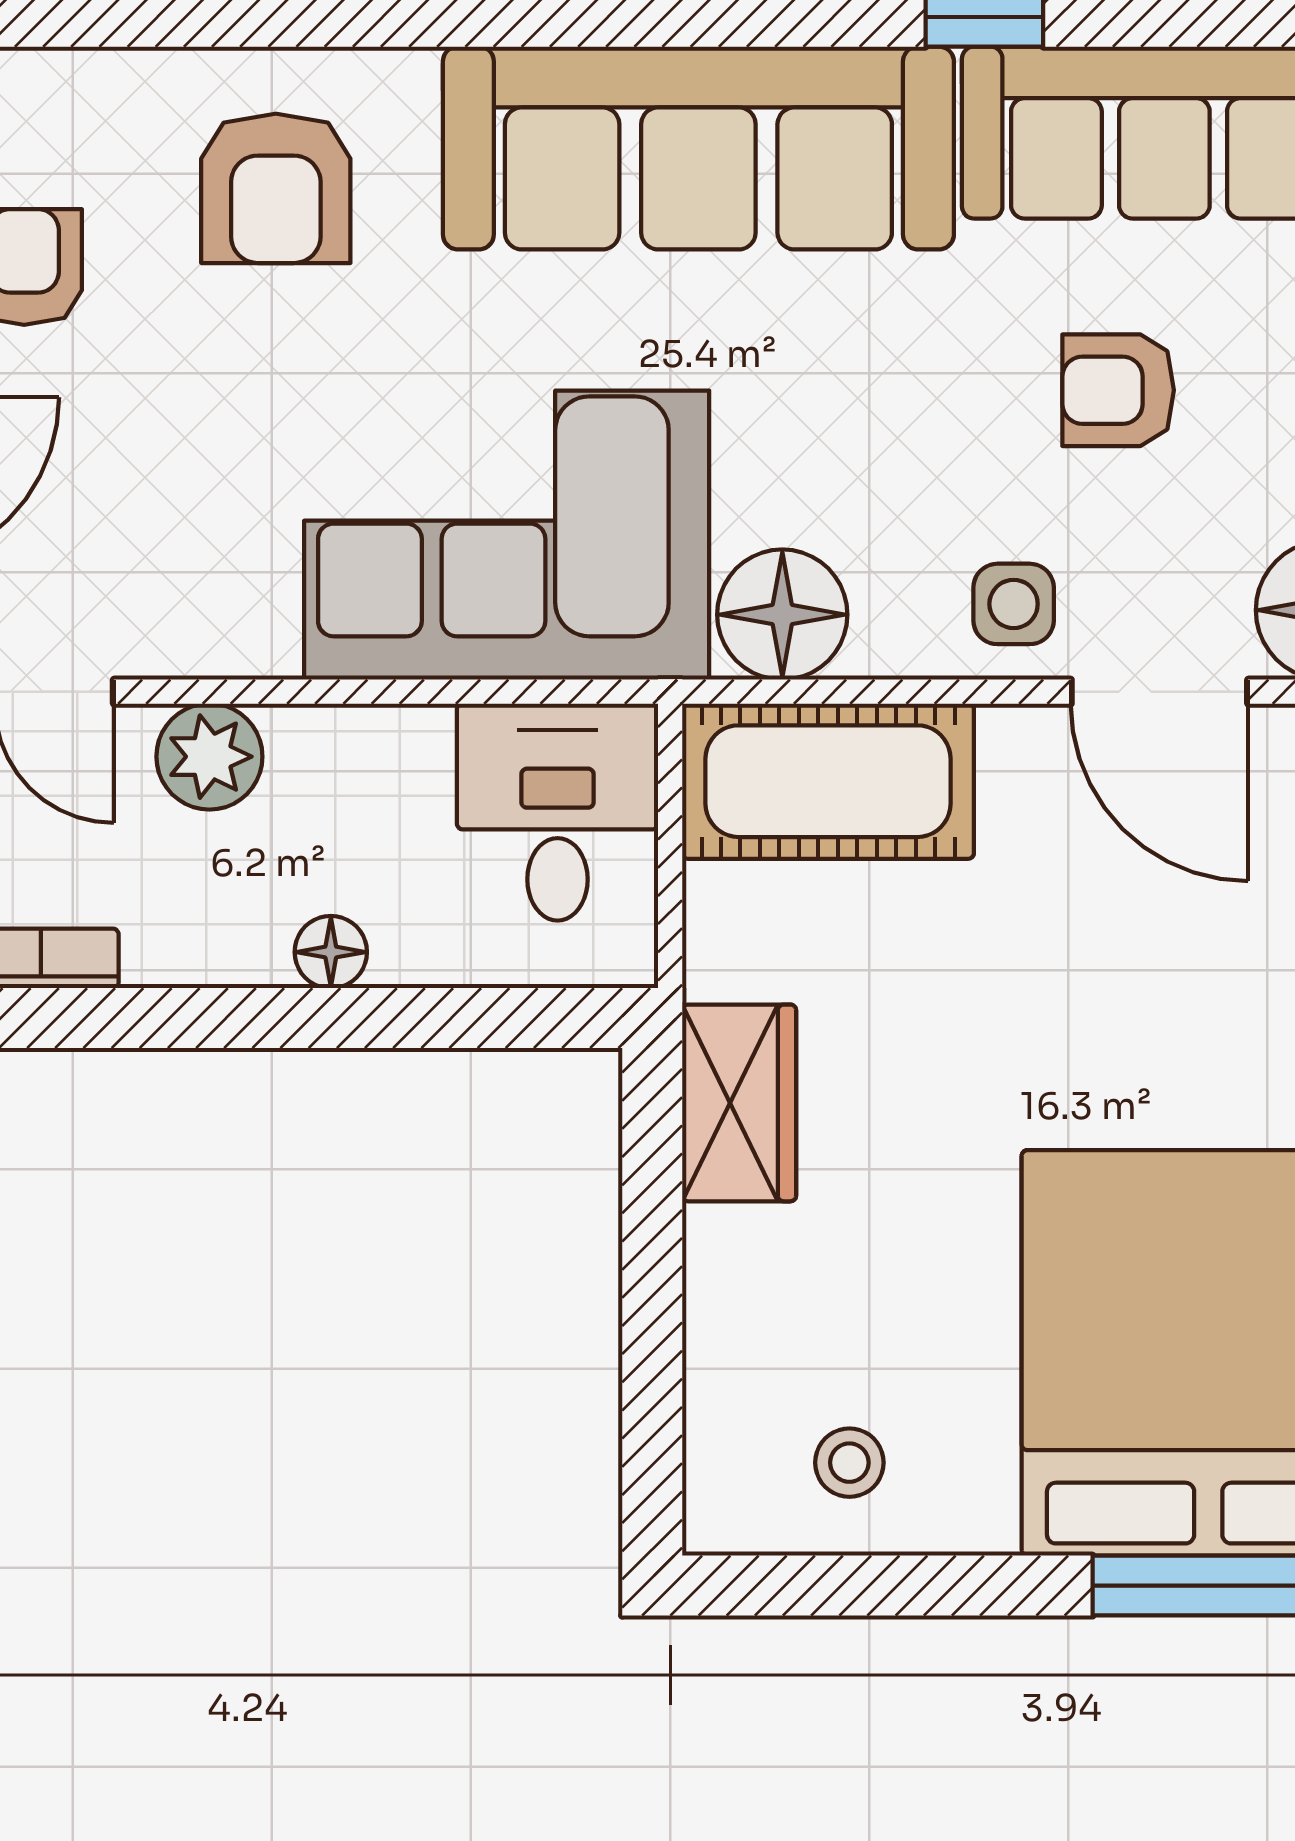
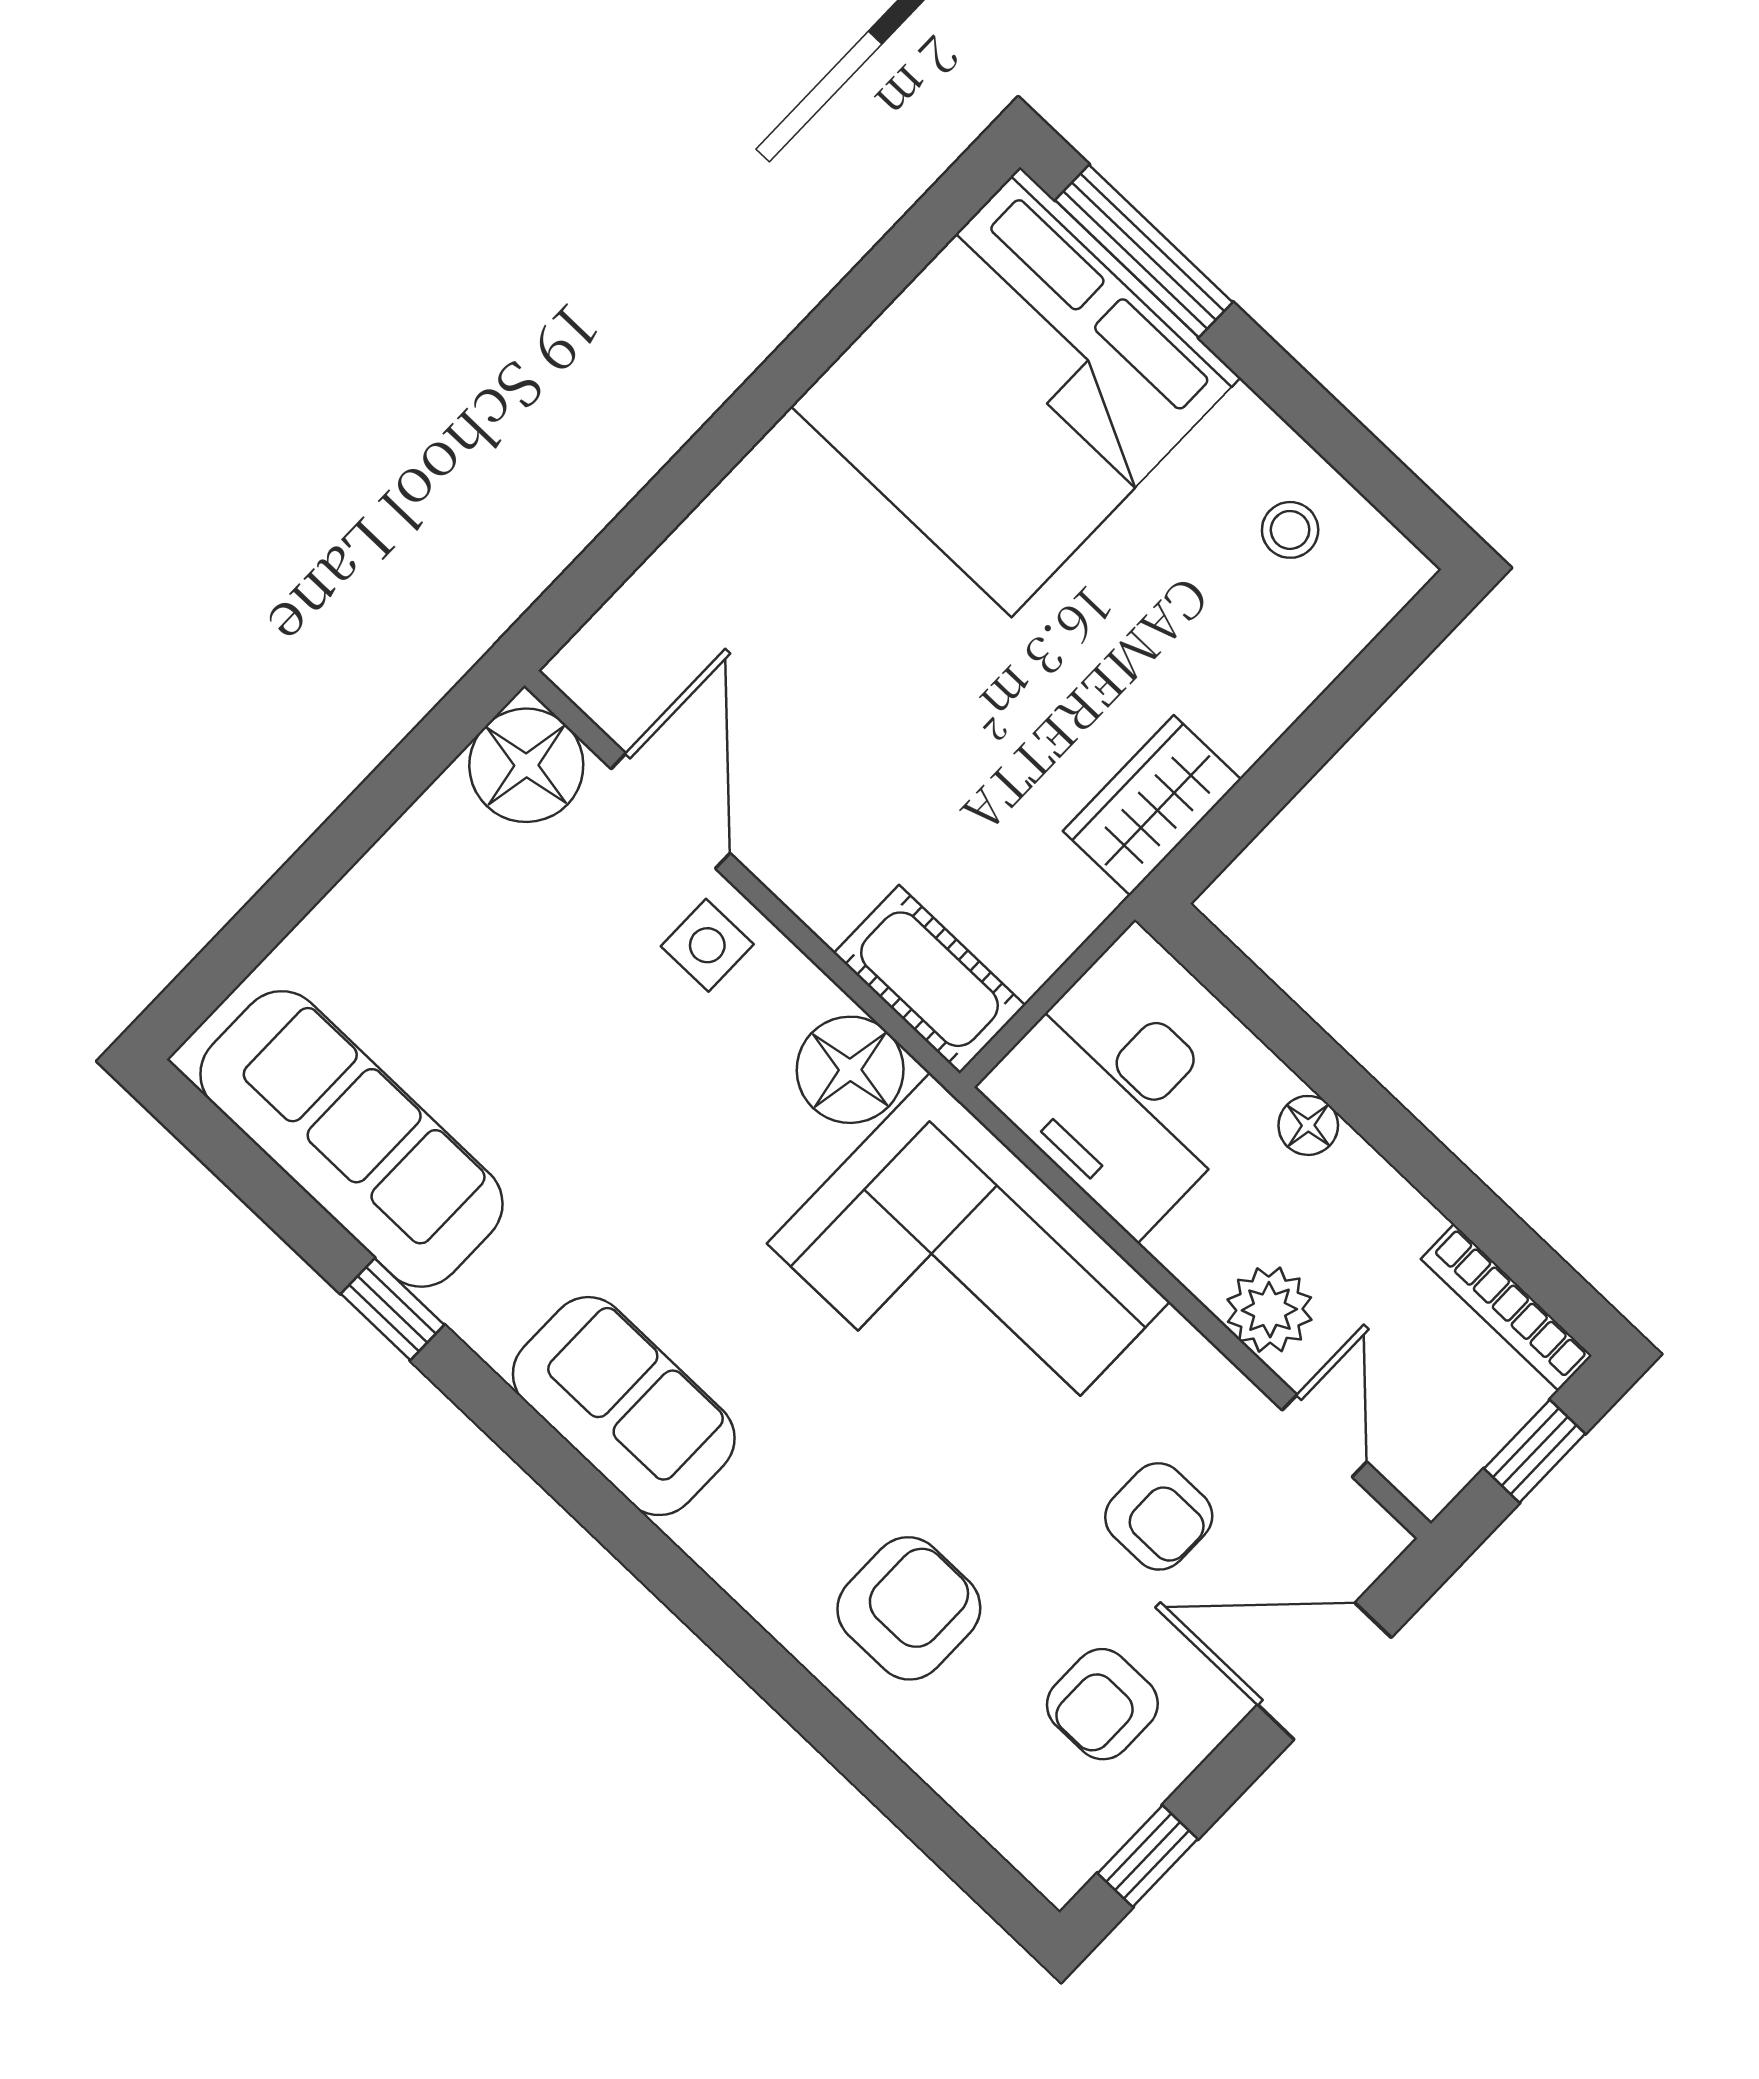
sofa: (698, 148) -> (624, 1406), width x0.54, depth x0.79
armchair: (1118, 390) -> (1159, 1516), moved
cot: (828, 781) -> (929, 979), width x0.73, depth x0.75
desk: (558, 812) -> (1117, 1101), width x1.37

